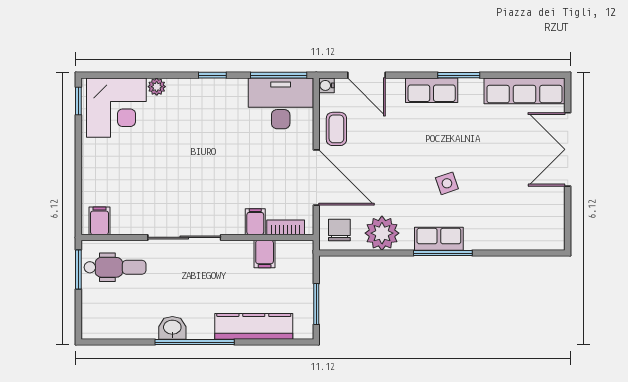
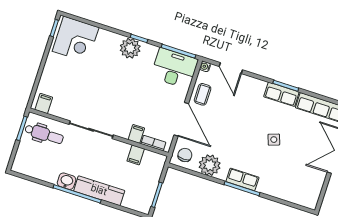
plant: (157, 87) -> (130, 48), moved, width x1.87, depth x1.87
row of seats: (432, 90) -> (281, 94), moved
side table: (447, 183) -> (274, 140), moved
kitchen counter: (254, 326) -> (99, 191), moved

